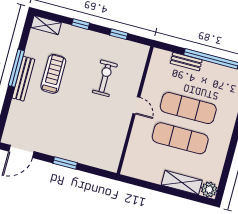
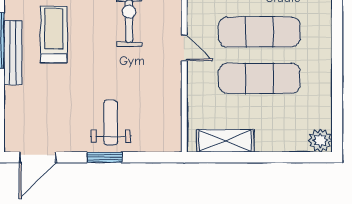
weight bench: (75, 141) -> (111, 122), added
shelving: (182, 183) -> (225, 141), moved

